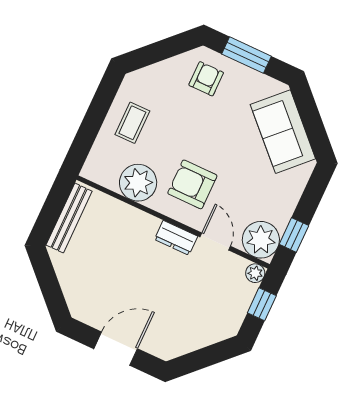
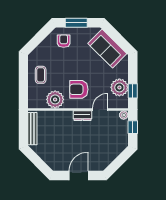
plant: (261, 240) -> (119, 87), moved
door: (215, 242) -> (100, 109), hinge flipped

